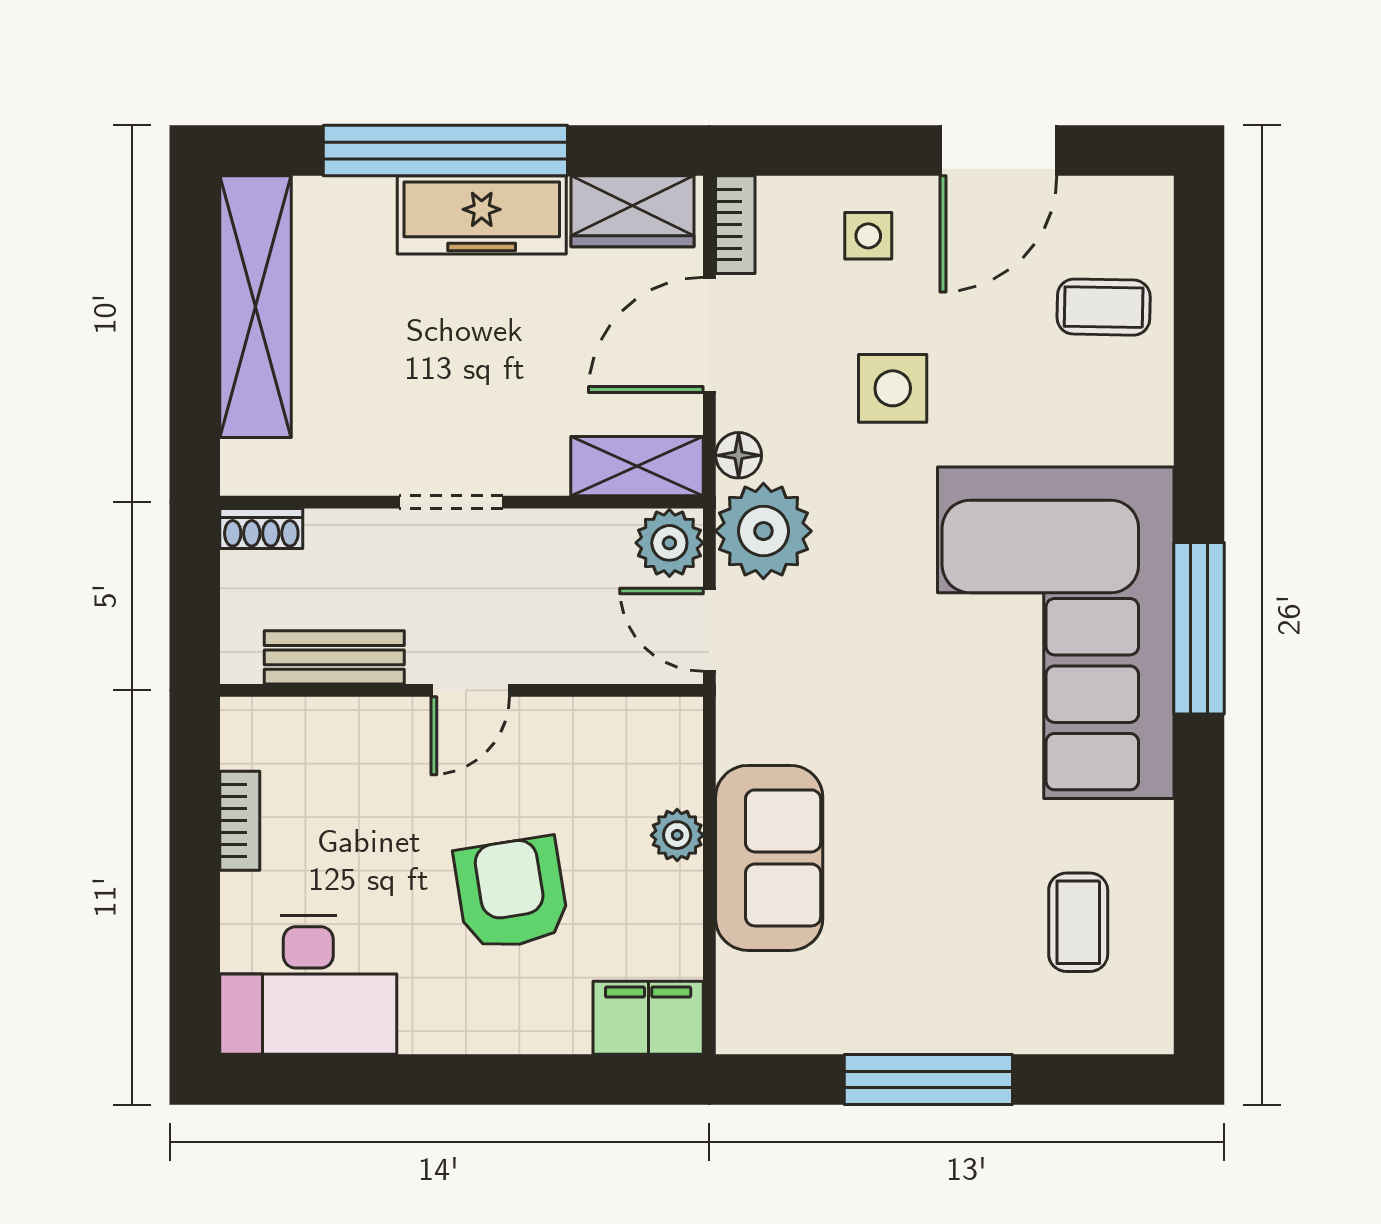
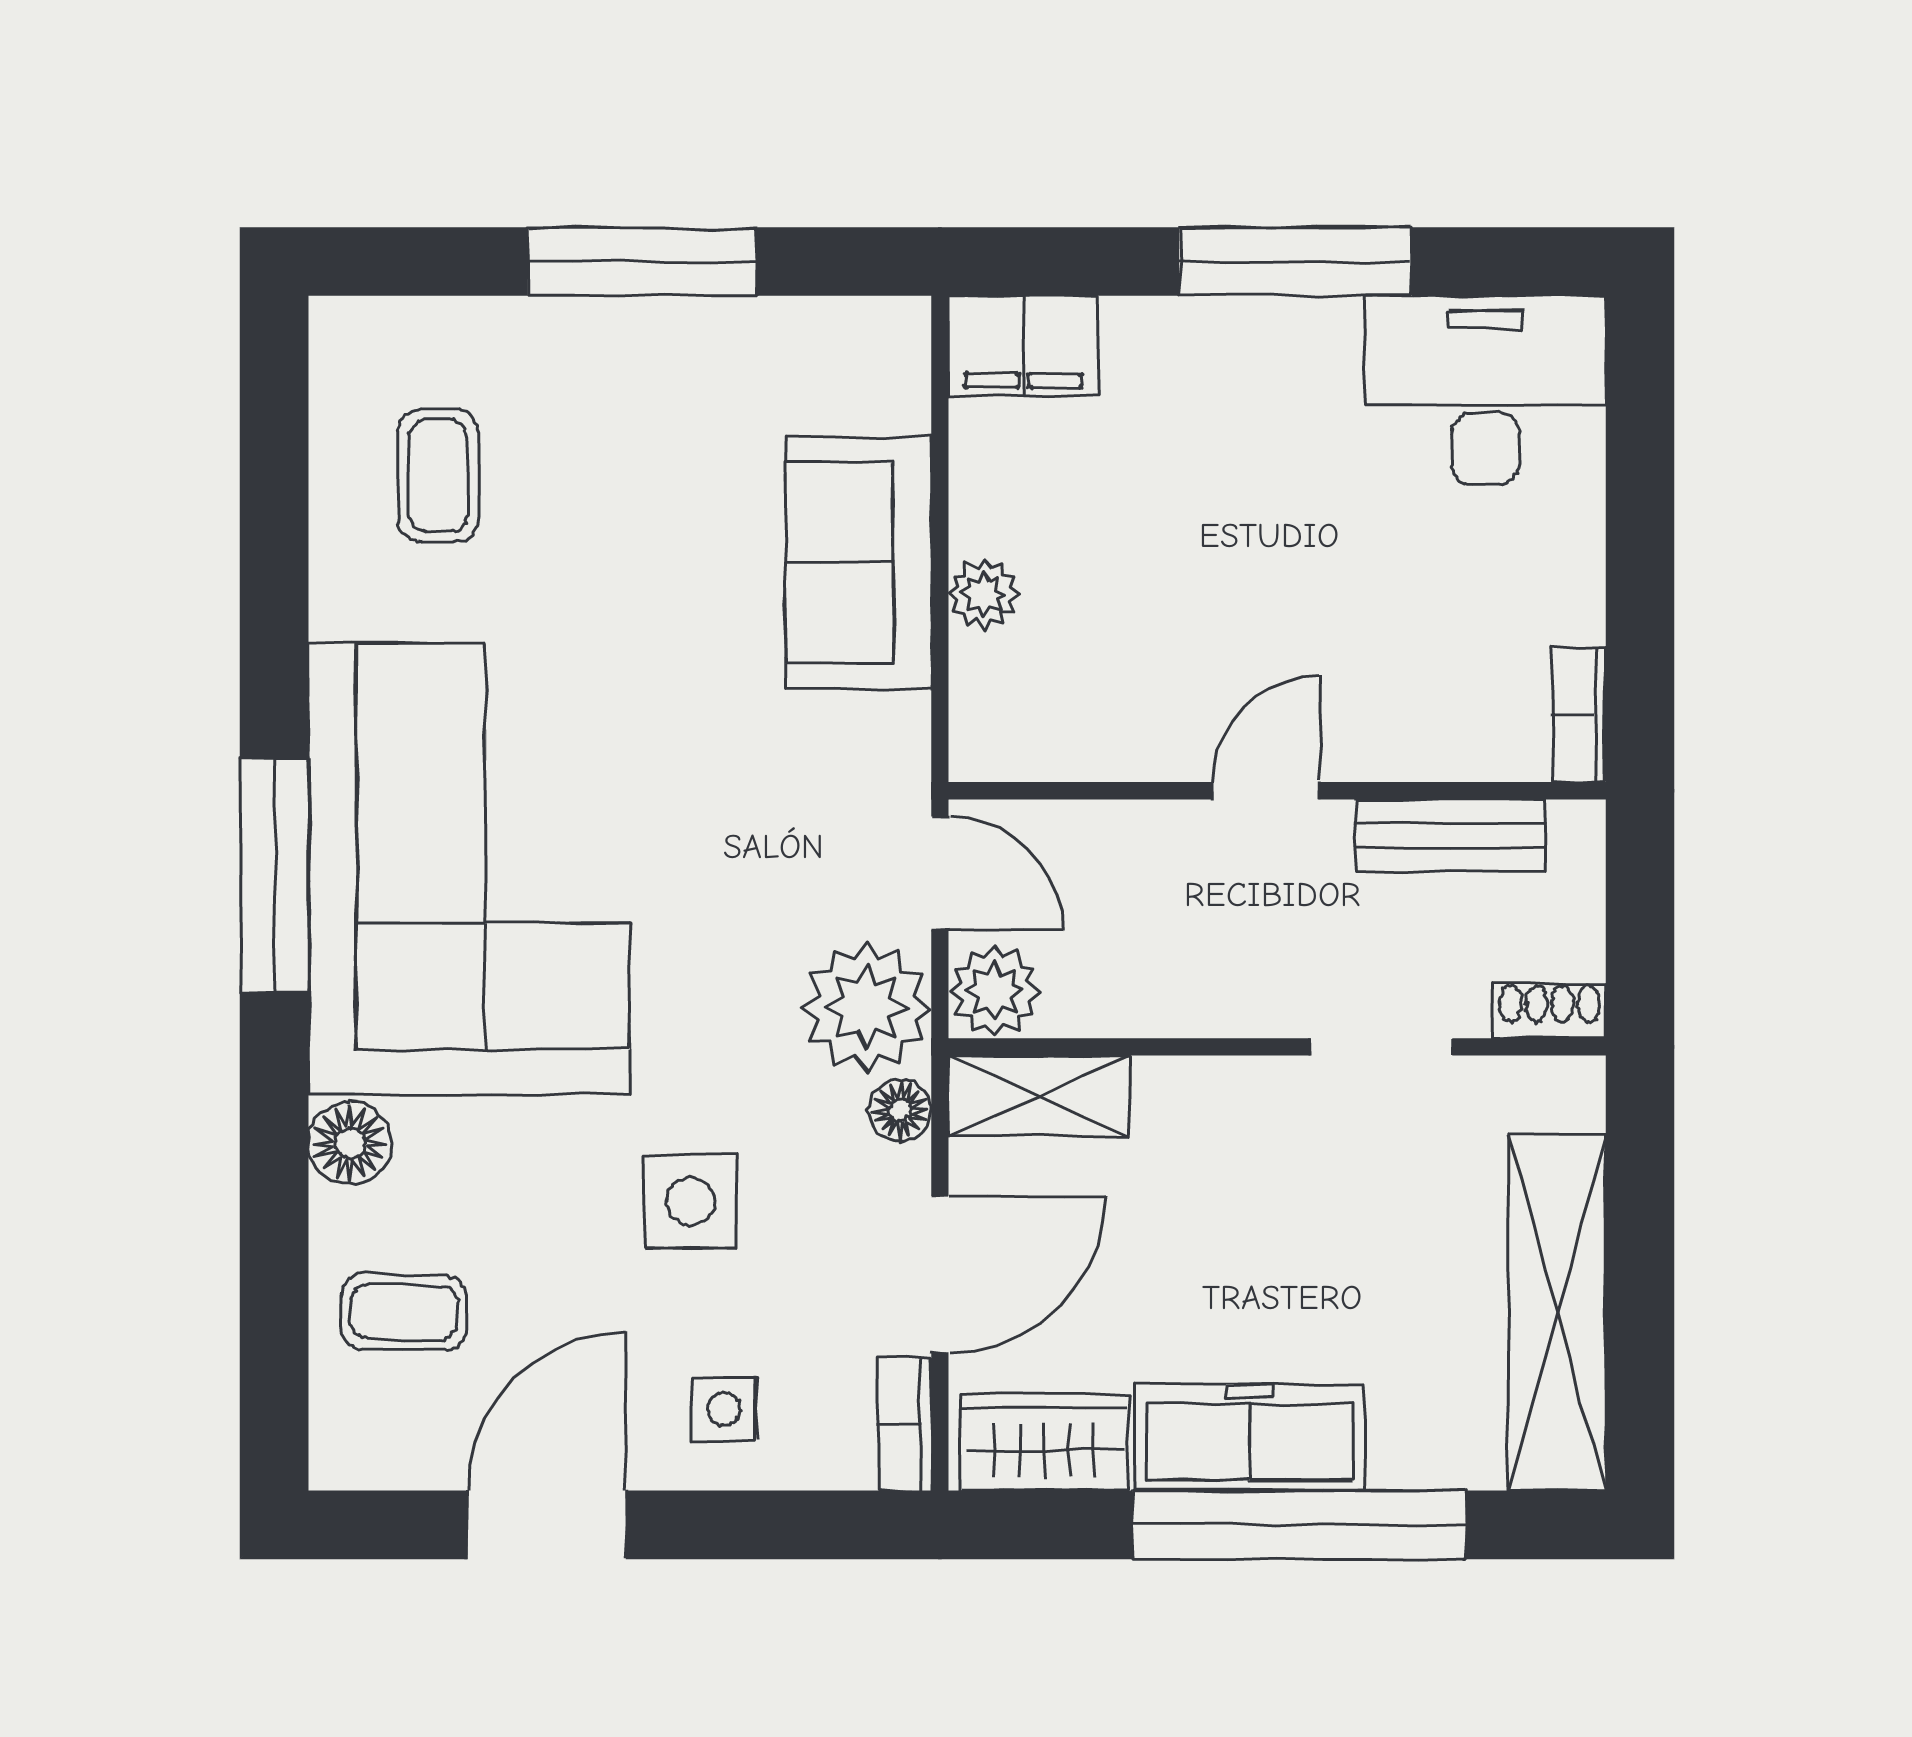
floor lamp: (1143, 431) -> (350, 1143), added
doorway: (451, 502) -> (1381, 1047), moved
bookcase: (240, 821) -> (1579, 715), moved
armchair: (511, 893) -> (1209, 515), removed
window: (448, 1079) -> (1295, 262), added

